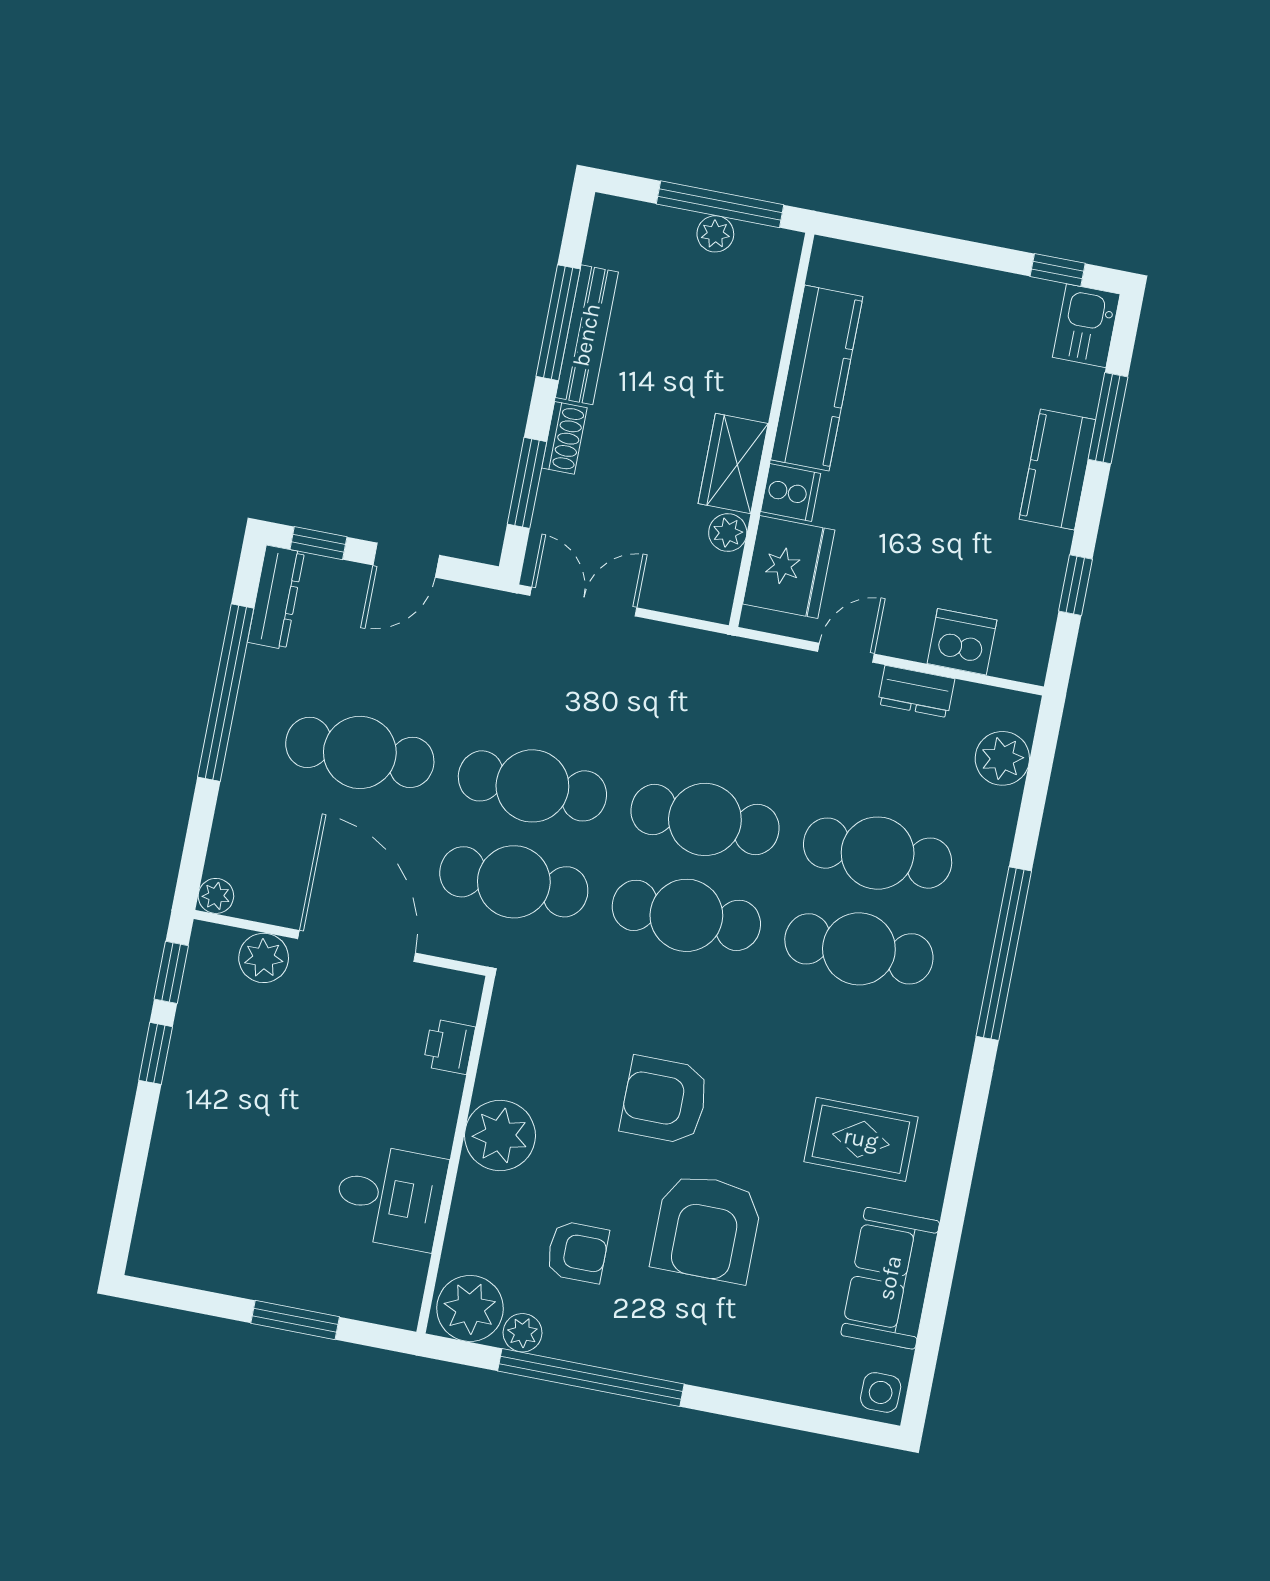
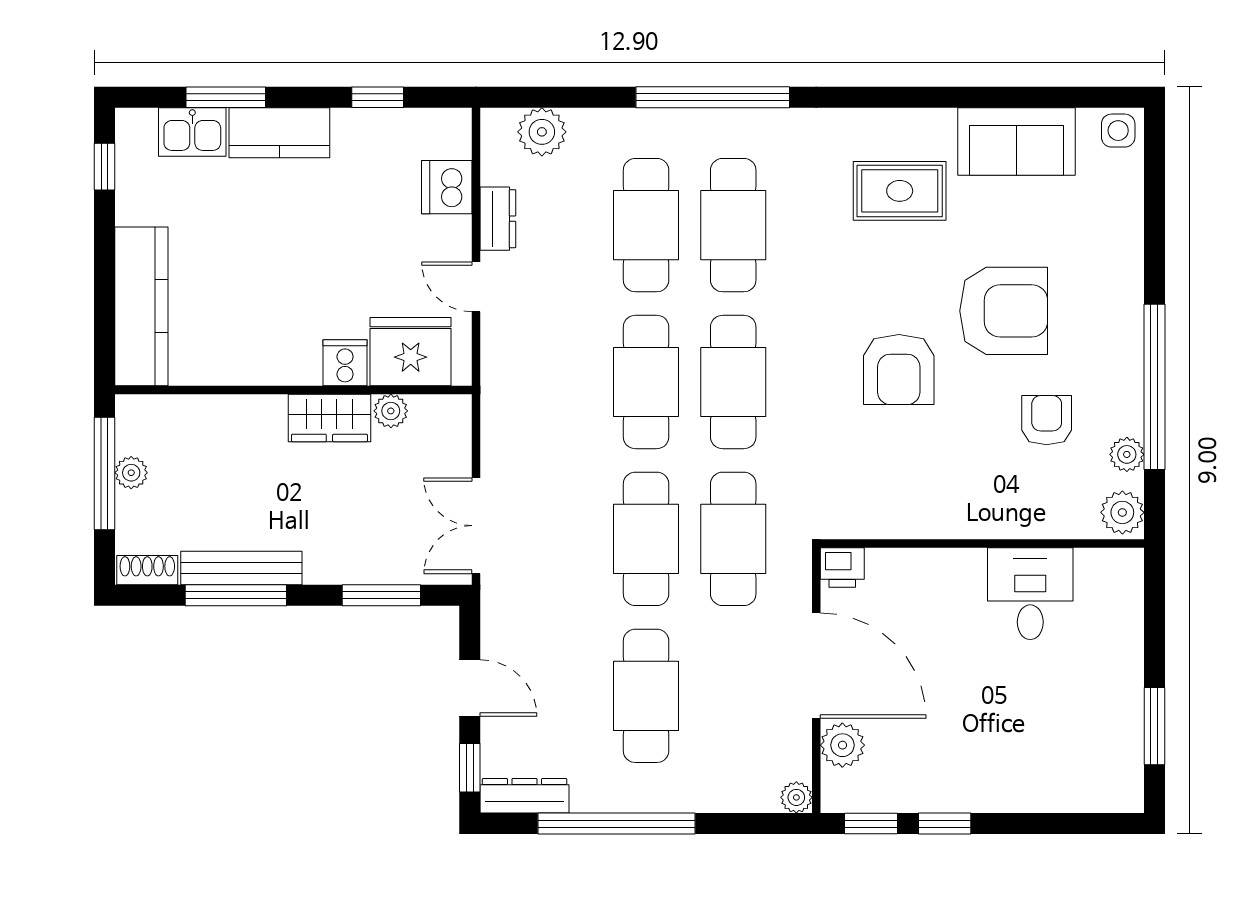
kitchen sink: (1086, 326) -> (192, 132), moved
kitchen counter: (817, 378) -> (141, 306), moved, turned 90
shoe rack: (564, 438) -> (147, 570), moved
door: (357, 946) -> (816, 666), swing flipped
printer: (449, 1047) -> (842, 567), moved
plant: (500, 1136) -> (958, 508), removed
rug: (861, 1139) -> (900, 191), turned 90
plant: (470, 1308) -> (1122, 512), width x0.73, depth x0.73
window: (295, 1320) -> (1154, 726), moved

